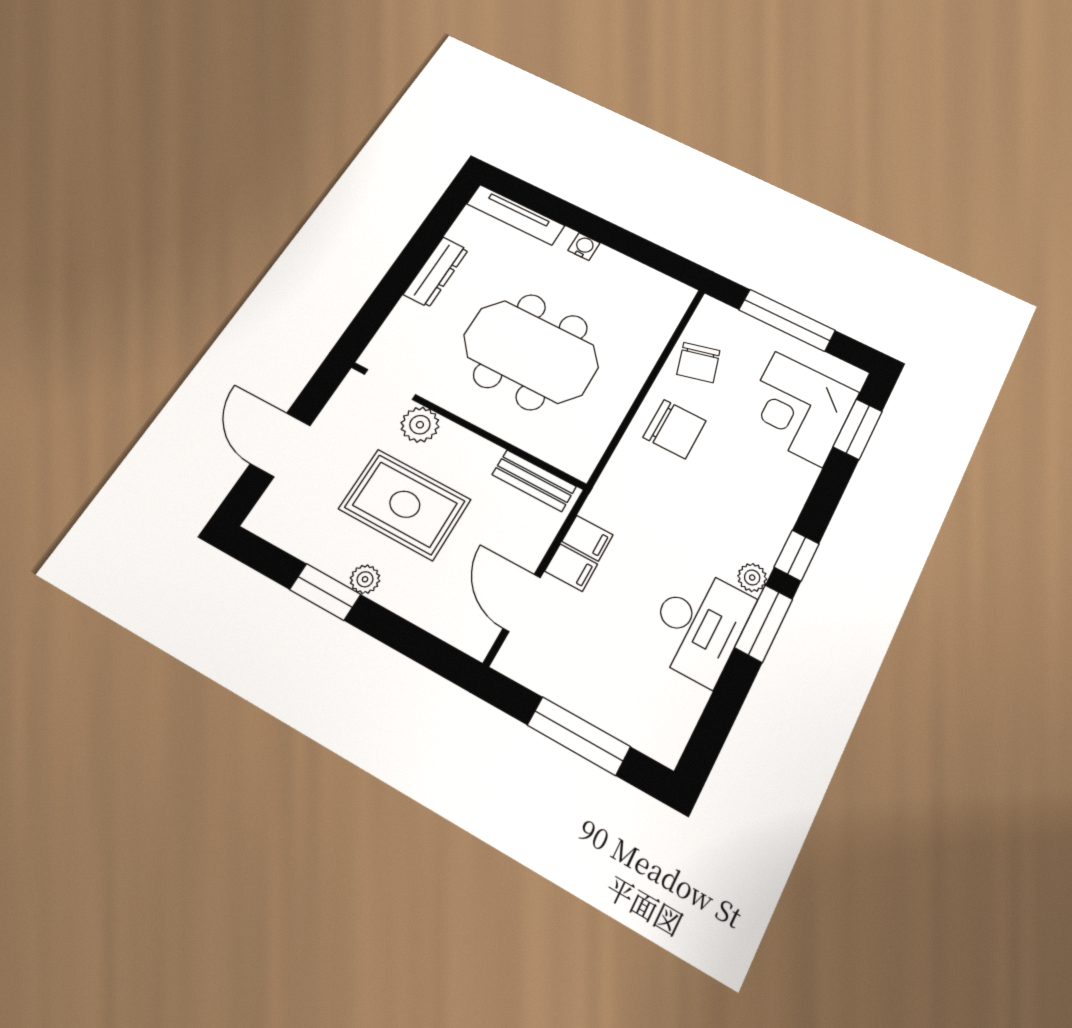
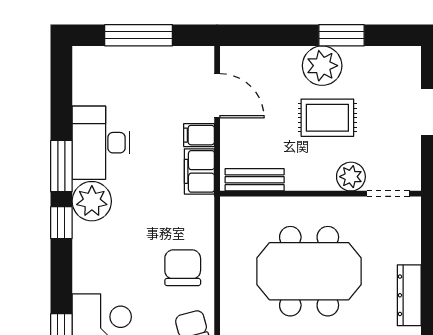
chair: (675, 429) -> (183, 268), turned 90
rug: (405, 504) -> (327, 118), width x0.73, depth x0.70
filing cabinet: (587, 538) -> (199, 171), width x2.00
plant: (752, 578) -> (92, 201), width x1.87, depth x1.87
plant: (365, 579) -> (322, 66), width x1.88, depth x1.88

